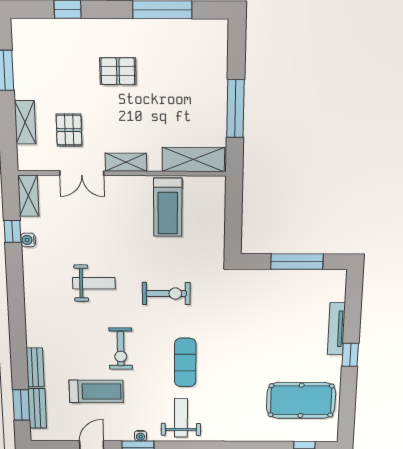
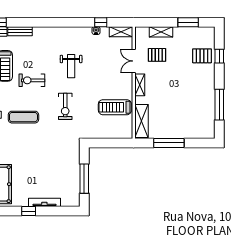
pallet: (118, 71) -> (202, 56), moved, turned 90

